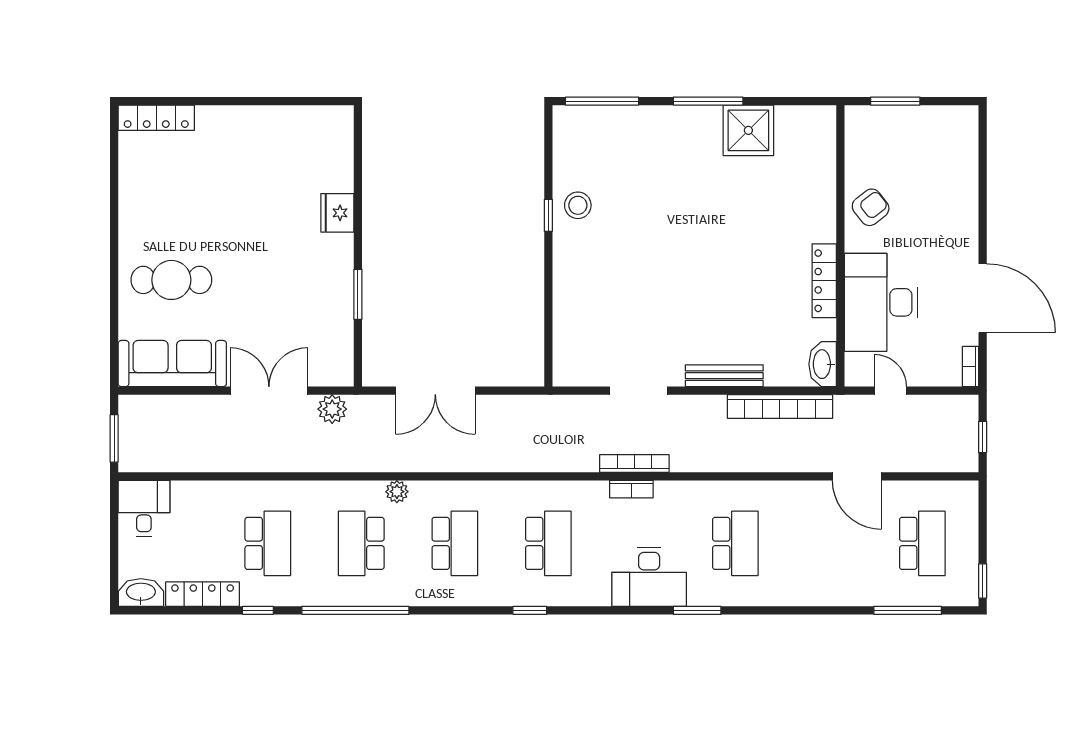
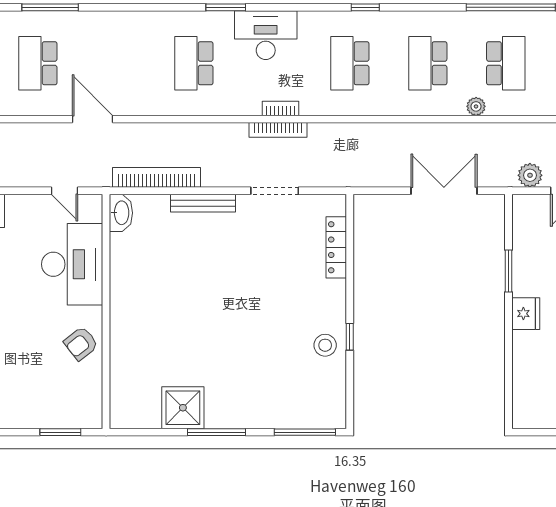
fridge: (337, 213) -> (526, 314), moved
locker: (824, 281) -> (336, 247), moved, turned 180

